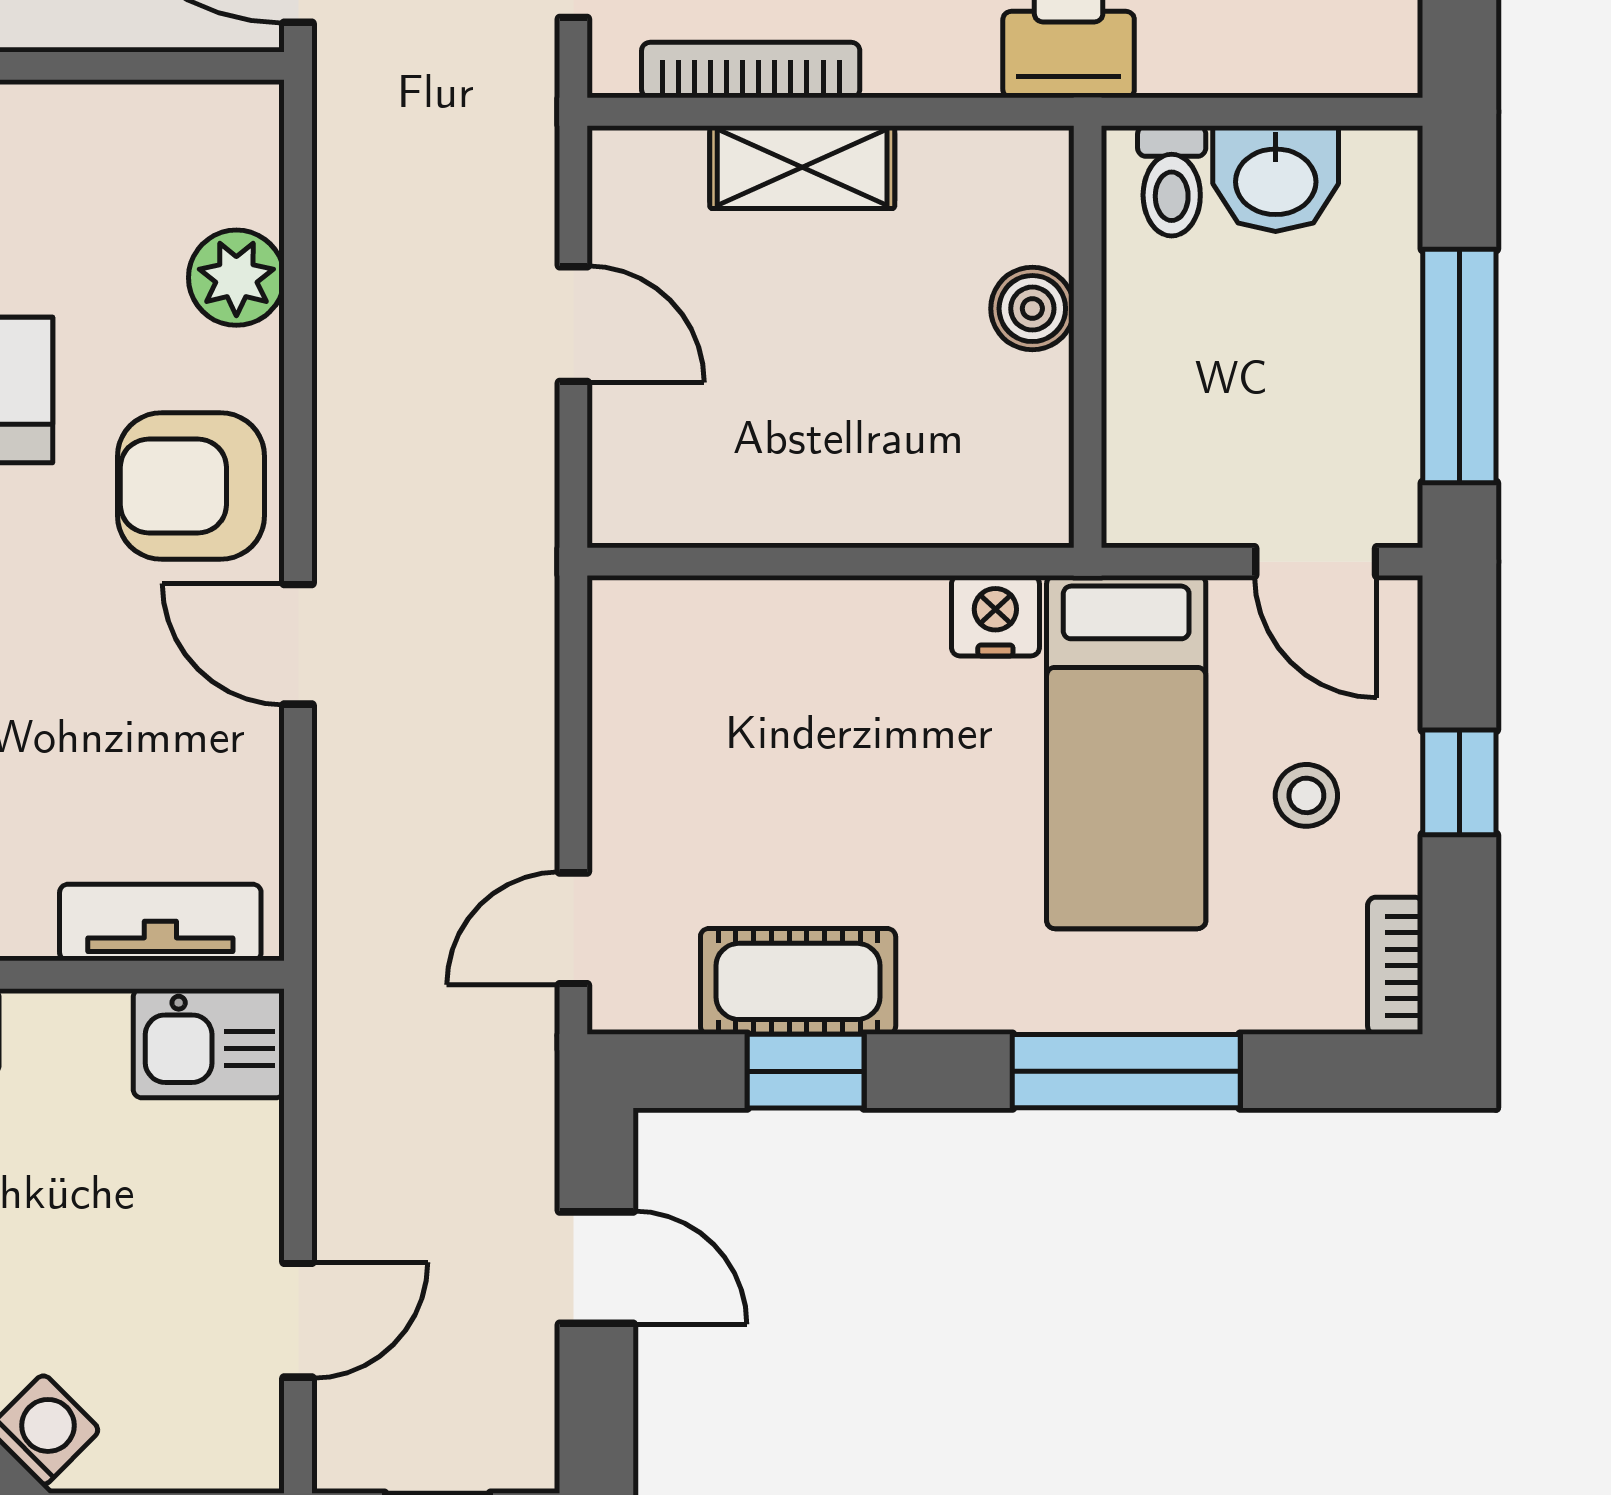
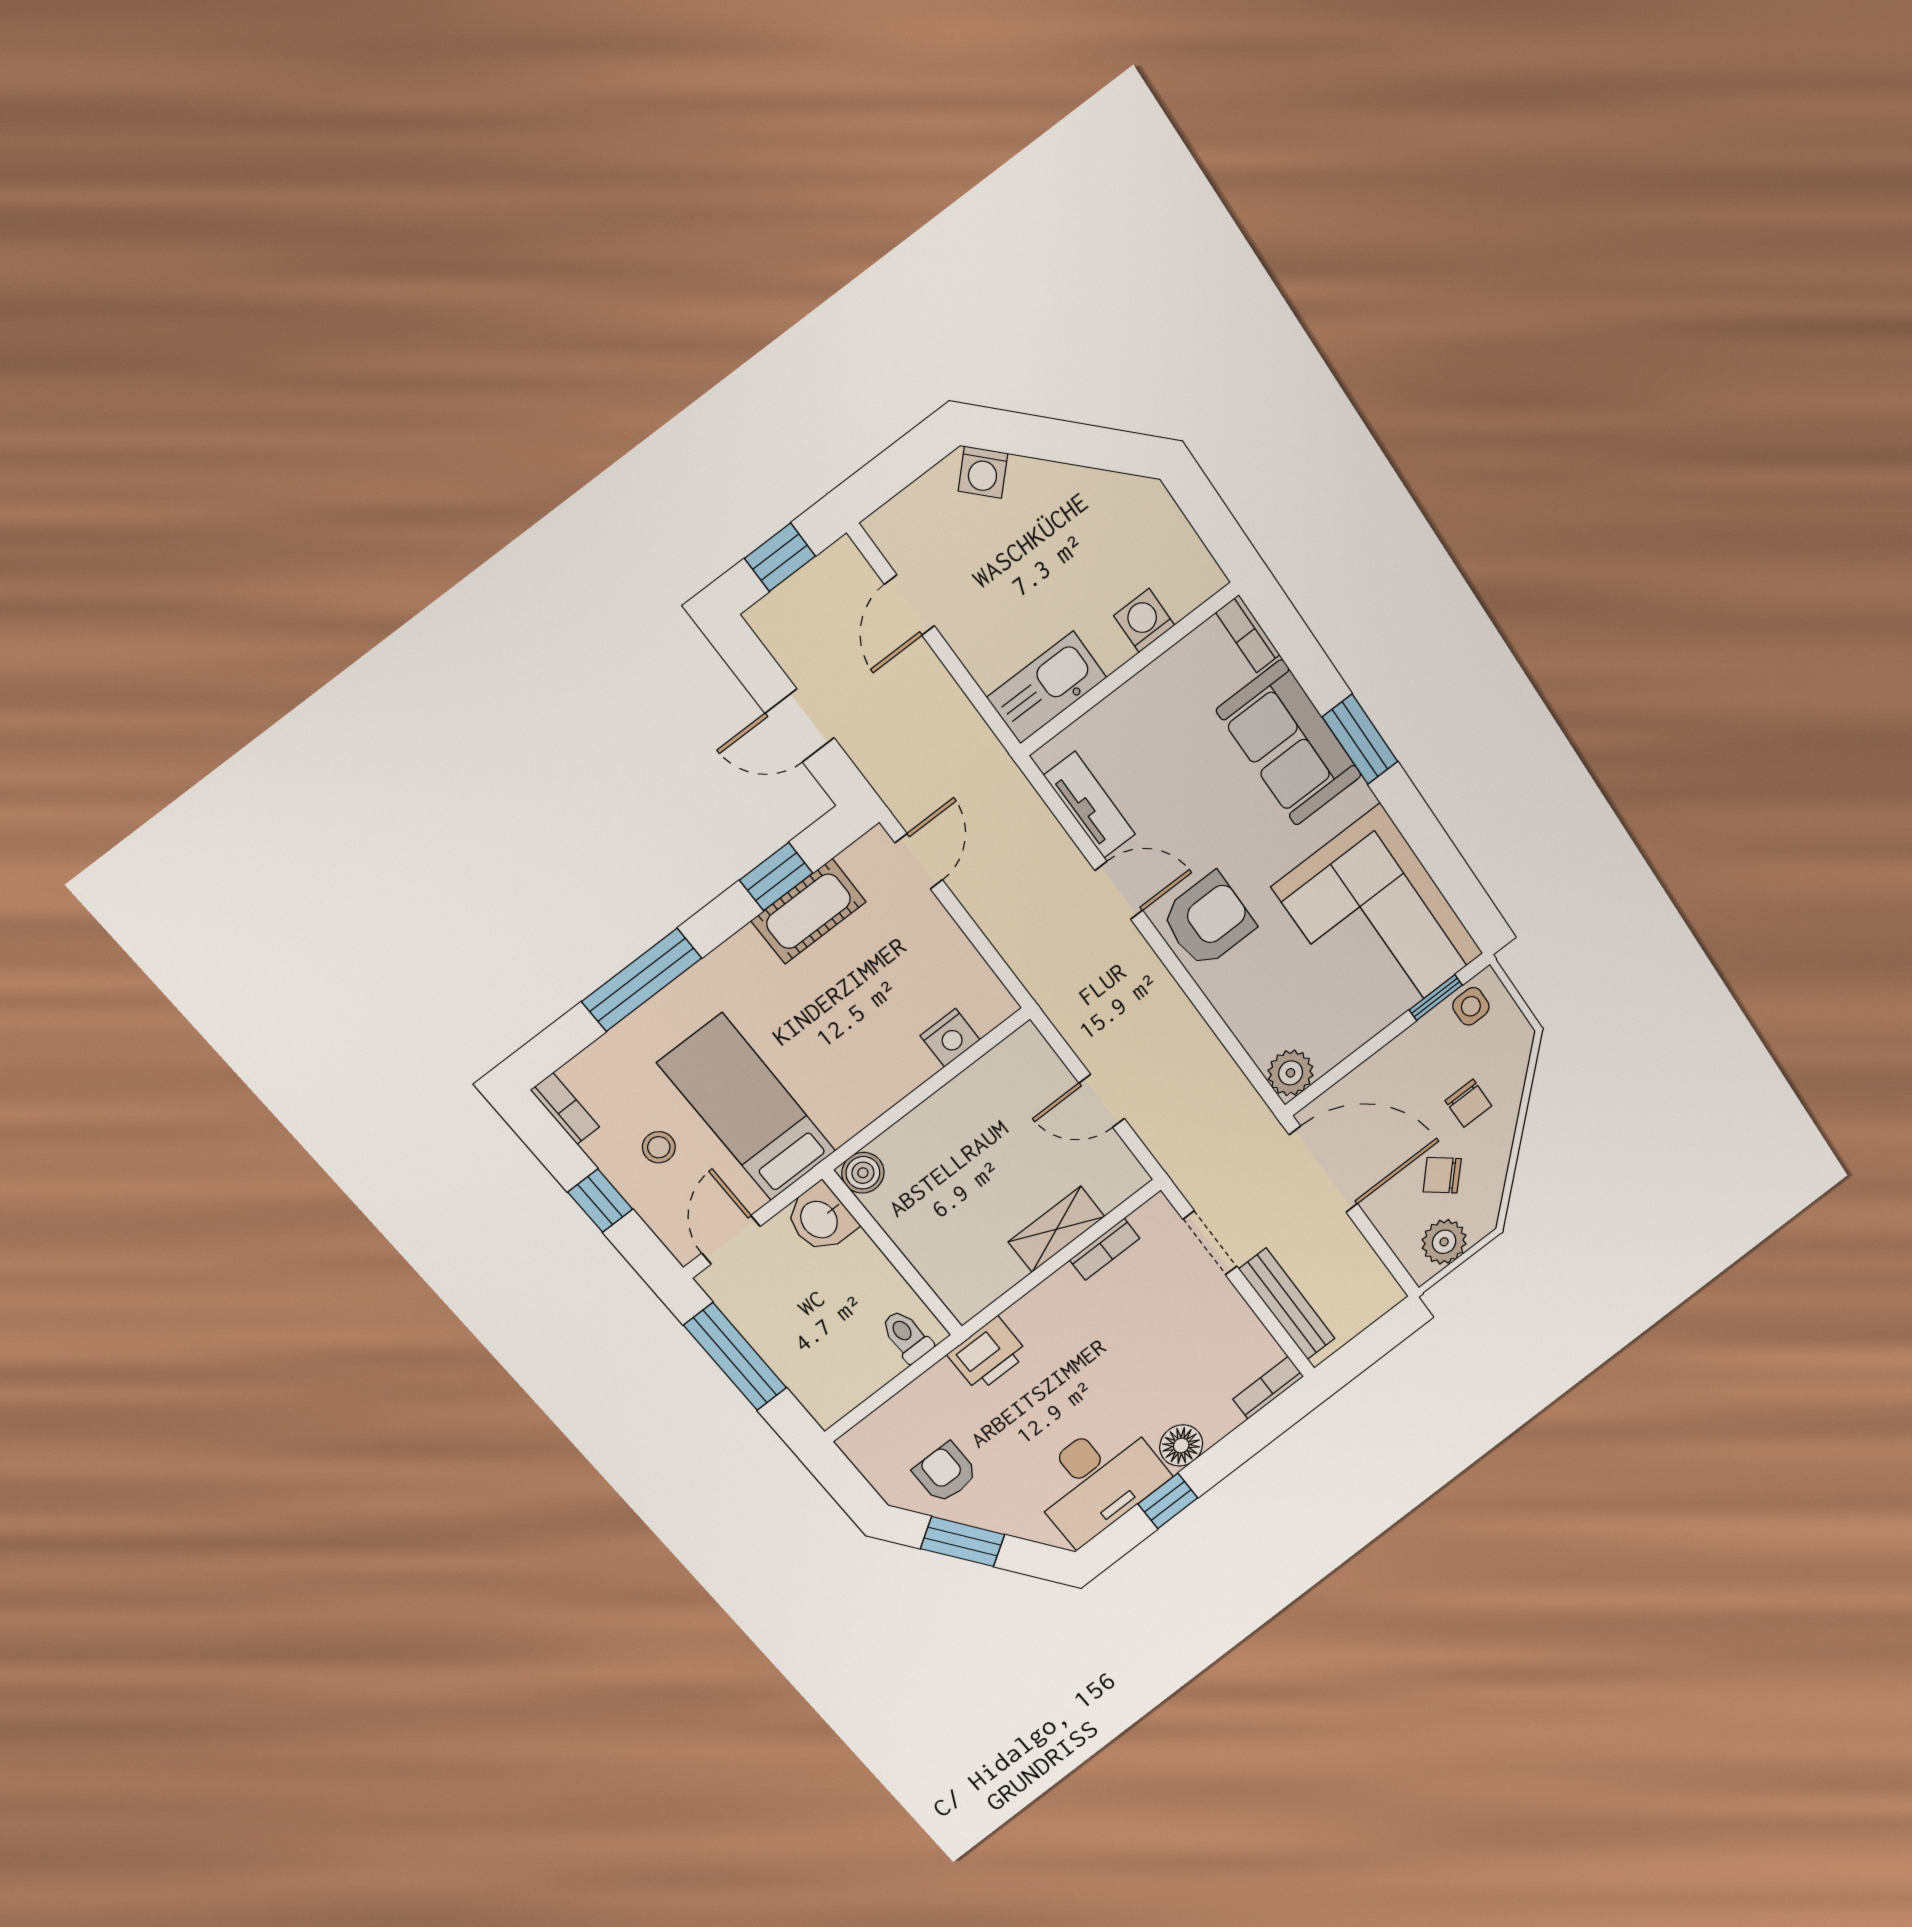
bookcase: (751, 70) -> (1105, 1249), width x0.64
washbasin: (1276, 179) -> (820, 1219), moved, turned -90
plant: (236, 278) -> (1291, 1073), moved
boiler: (1032, 309) -> (863, 1173), moved
door: (1316, 562) -> (731, 1240), hinge flipped
nightstand: (995, 616) -> (950, 1038), moved
tv unit: (160, 923) -> (1090, 805), moved, turned -90
kitchen sink: (209, 1043) -> (1047, 687), width x1.38

